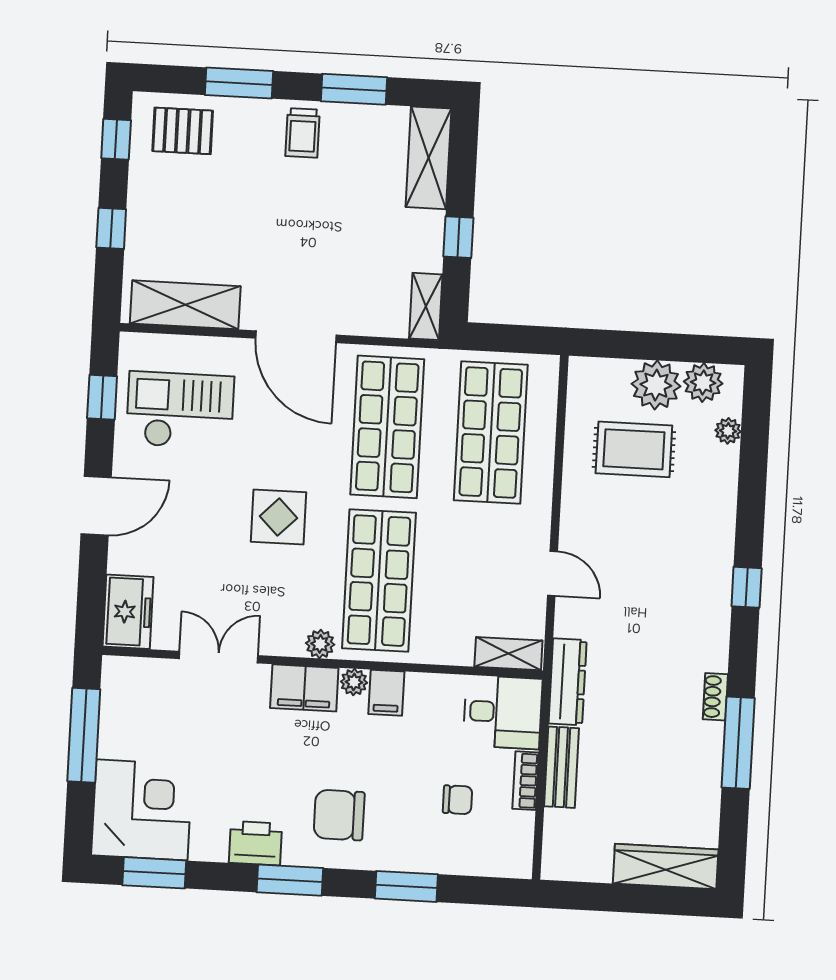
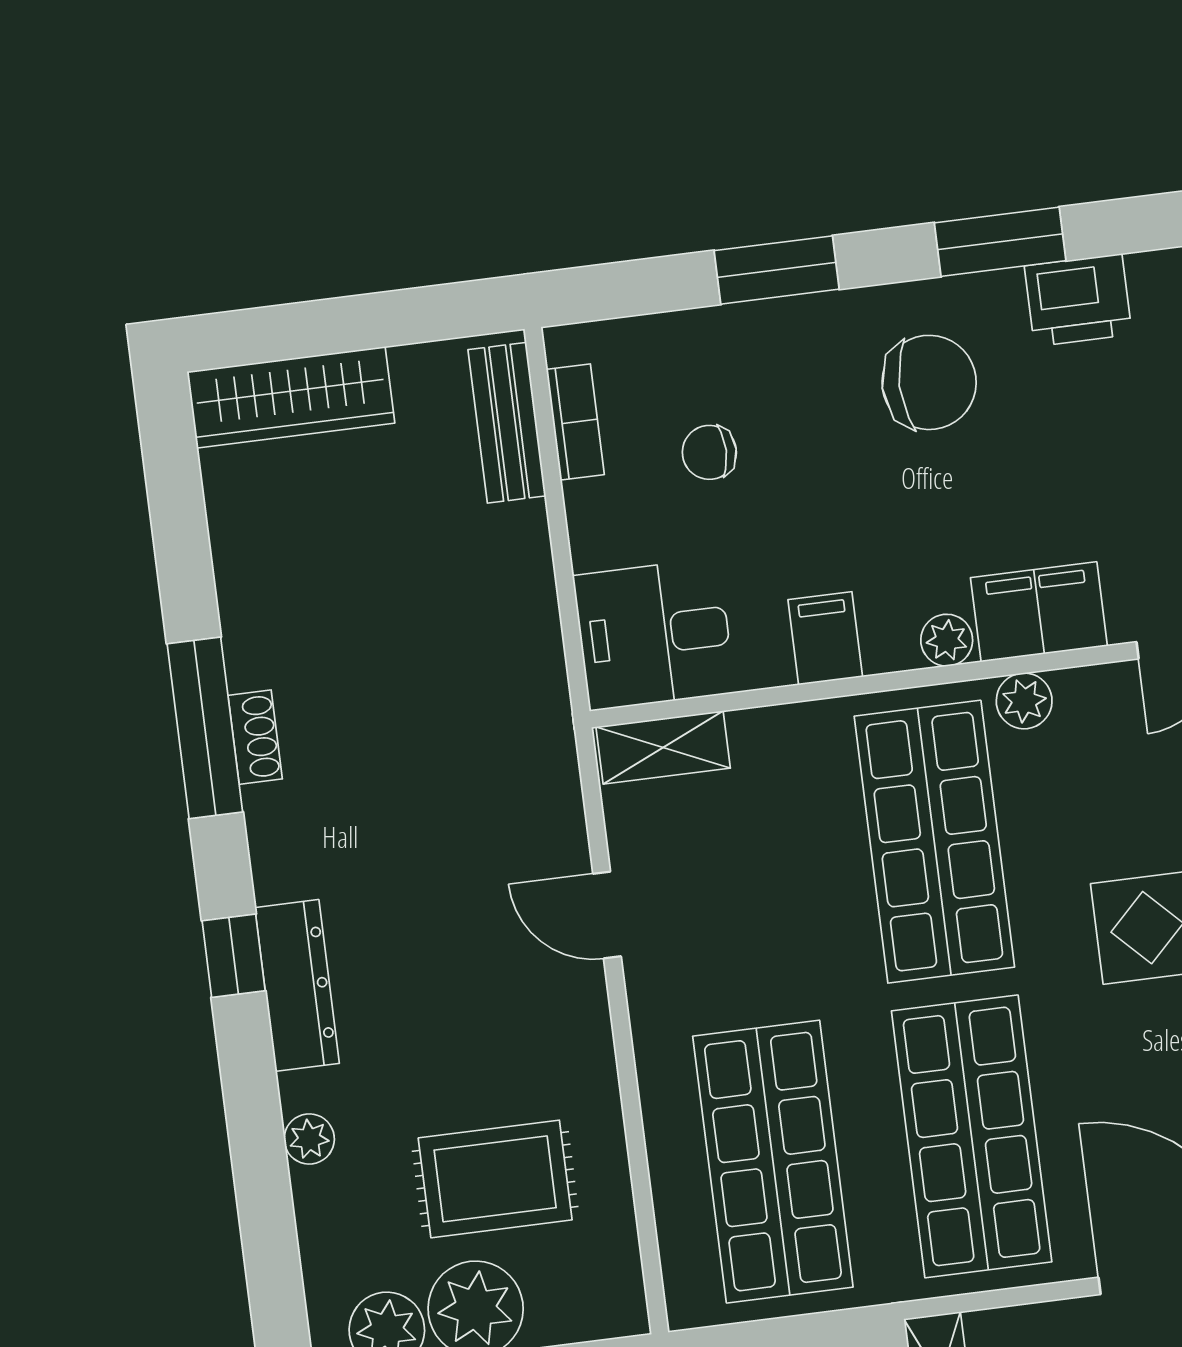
plant: (728, 431) -> (309, 1139), moved
dresser: (568, 682) -> (297, 985), moved, turned 180
filing cabinet: (386, 693) -> (825, 638), moved
window: (738, 743) -> (205, 728), moved
bench: (562, 767) -> (507, 423), moved
bookcase: (526, 781) -> (575, 422), moved

